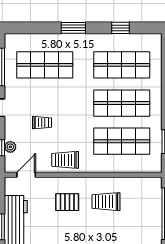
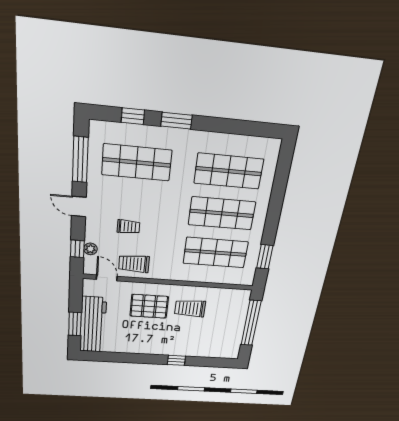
window: (121, 28) -> (133, 116), moved
trolley: (65, 160) -> (134, 264), moved
door: (26, 175) -> (107, 278), hinge flipped
pallet: (67, 202) -> (149, 306), width x1.50, depth x1.42

